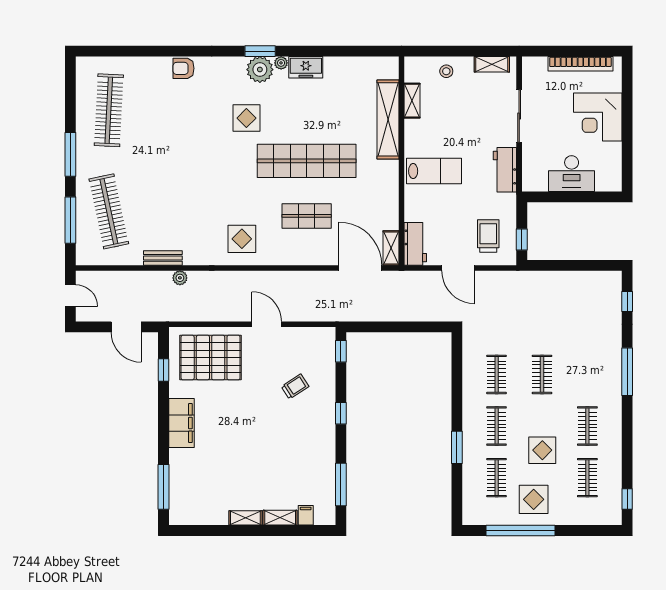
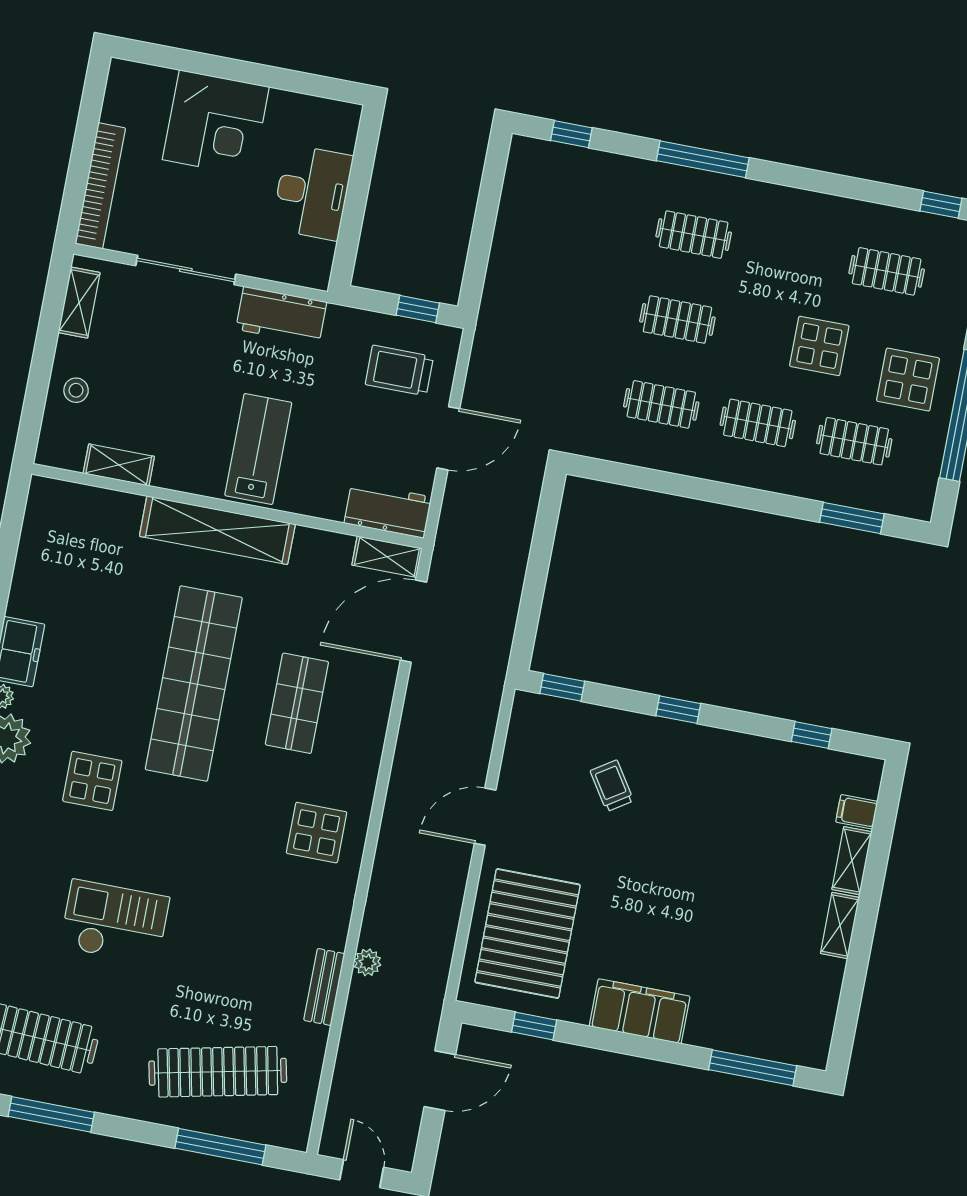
bookcase: (580, 64) -> (100, 186), moved
shelving: (388, 119) -> (217, 530), moved
checkout: (176, 144) -> (115, 922), added
window: (70, 154) -> (51, 1114), moved
door: (70, 296) -> (362, 1174), hinge flipped
clothes rail: (587, 426) -> (694, 235), moved
window: (457, 447) -> (852, 518), moved
window: (341, 485) -> (812, 735), width x0.46

